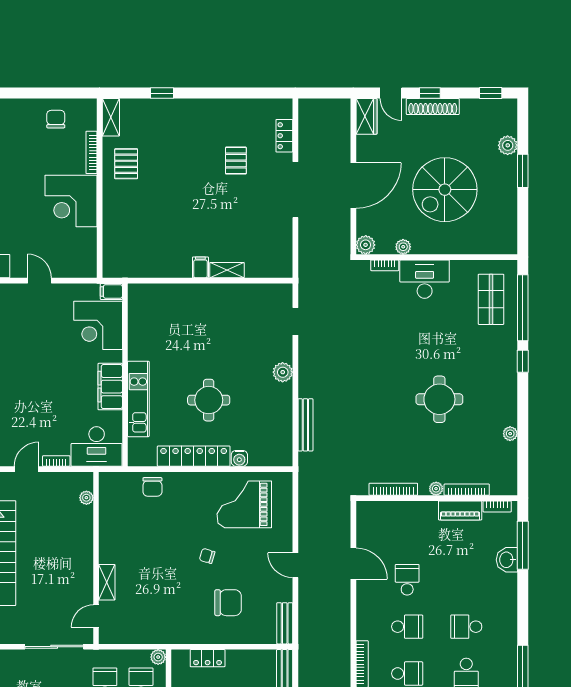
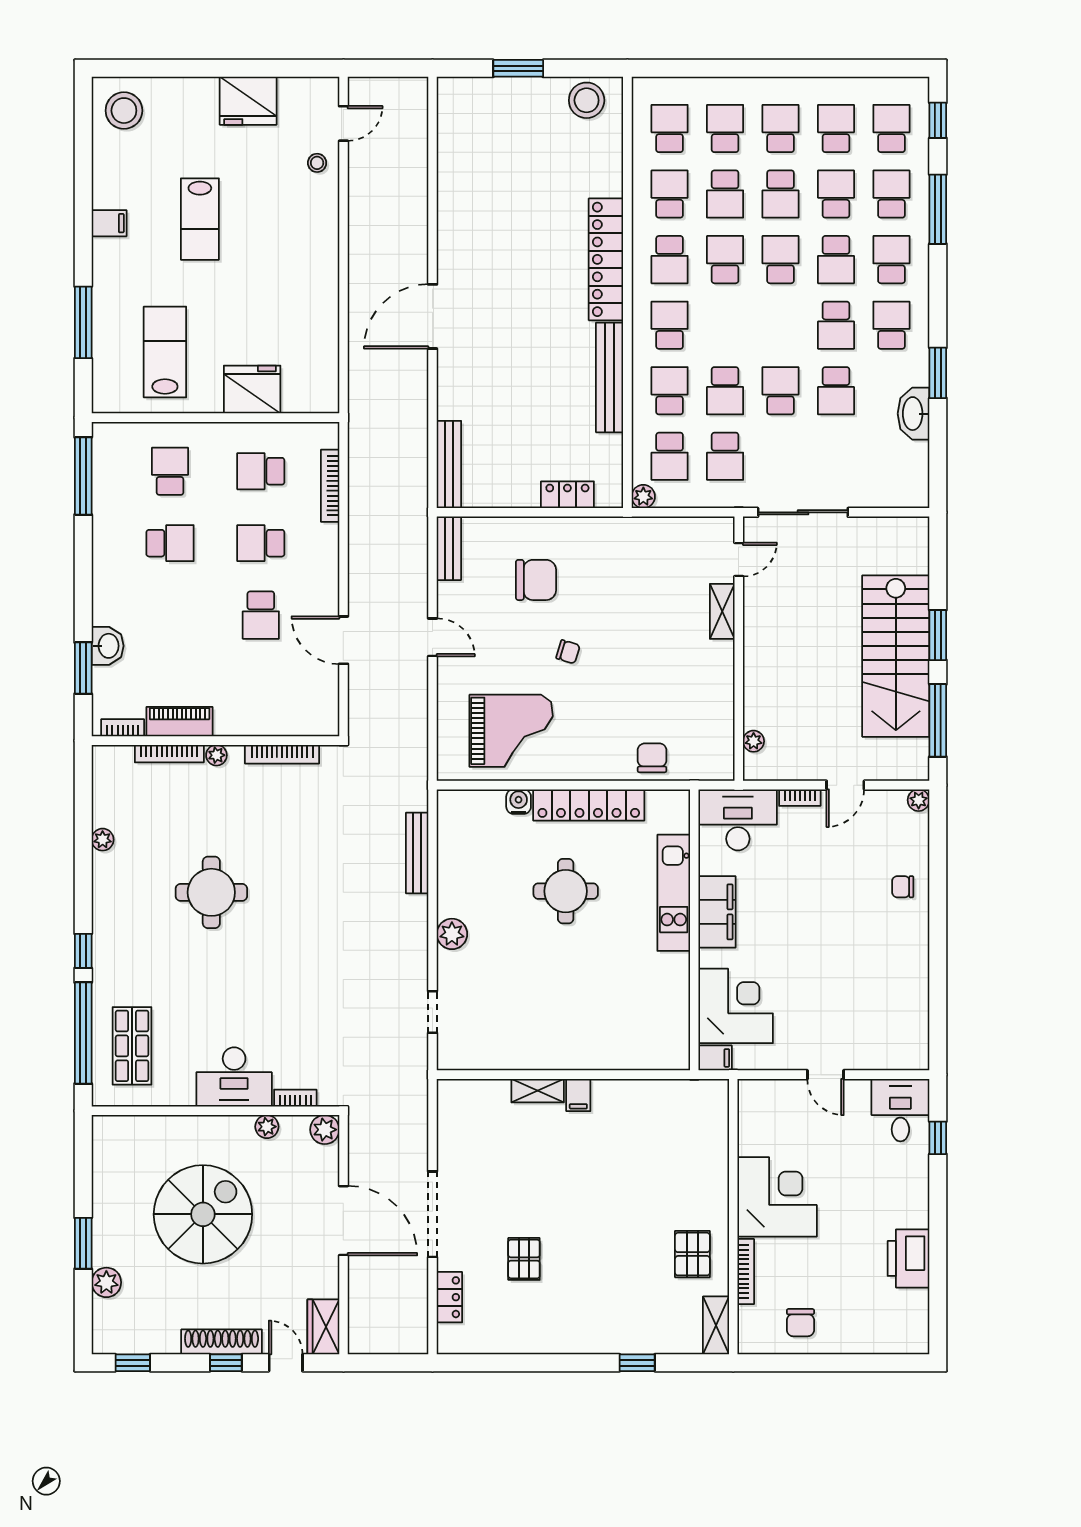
door: (353, 186) -> (343, 1221), swing flipped
window: (523, 545) -> (83, 668), width x0.69
chair: (228, 603) -> (536, 580), turned 180

